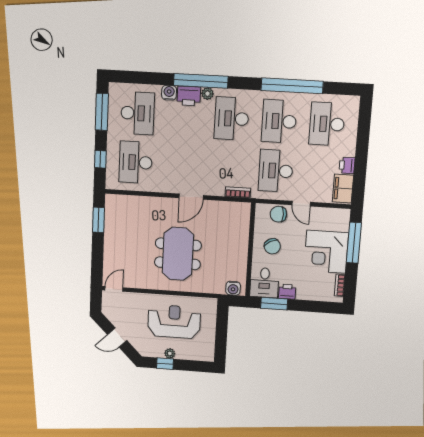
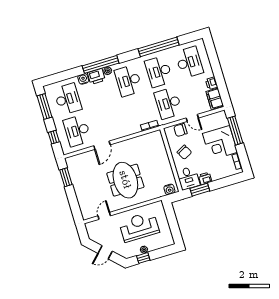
desk: (327, 124) -> (189, 62), turned 180
door: (191, 197) -> (102, 145), moved
door: (114, 289) -> (104, 216), moved

